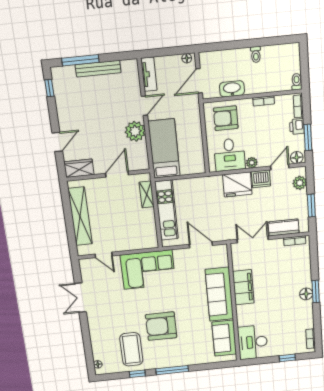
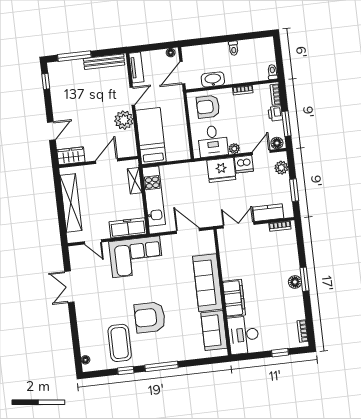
bench: (98, 69) -> (104, 62), moved
freezer: (139, 241) -> (128, 228), added
filing cabinet: (243, 287) -> (234, 298), moved

